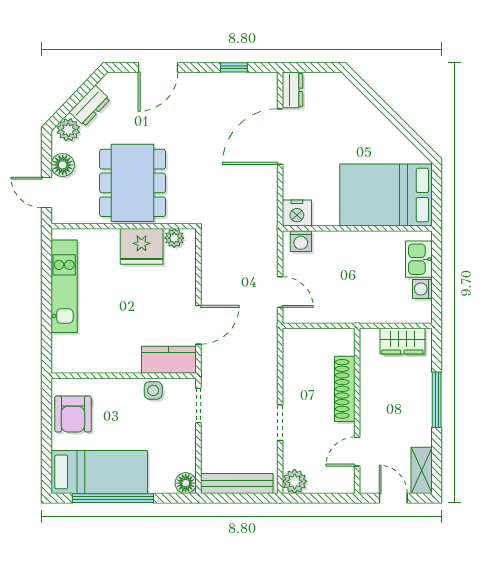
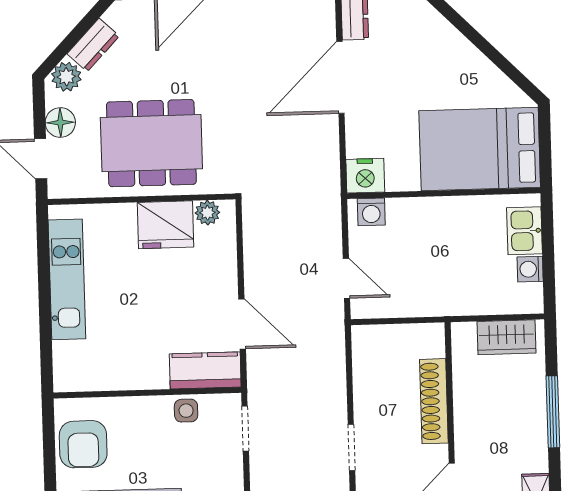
dining table: (133, 183) -> (151, 143), turned 90
door: (198, 325) -> (242, 324), hinge flipped

